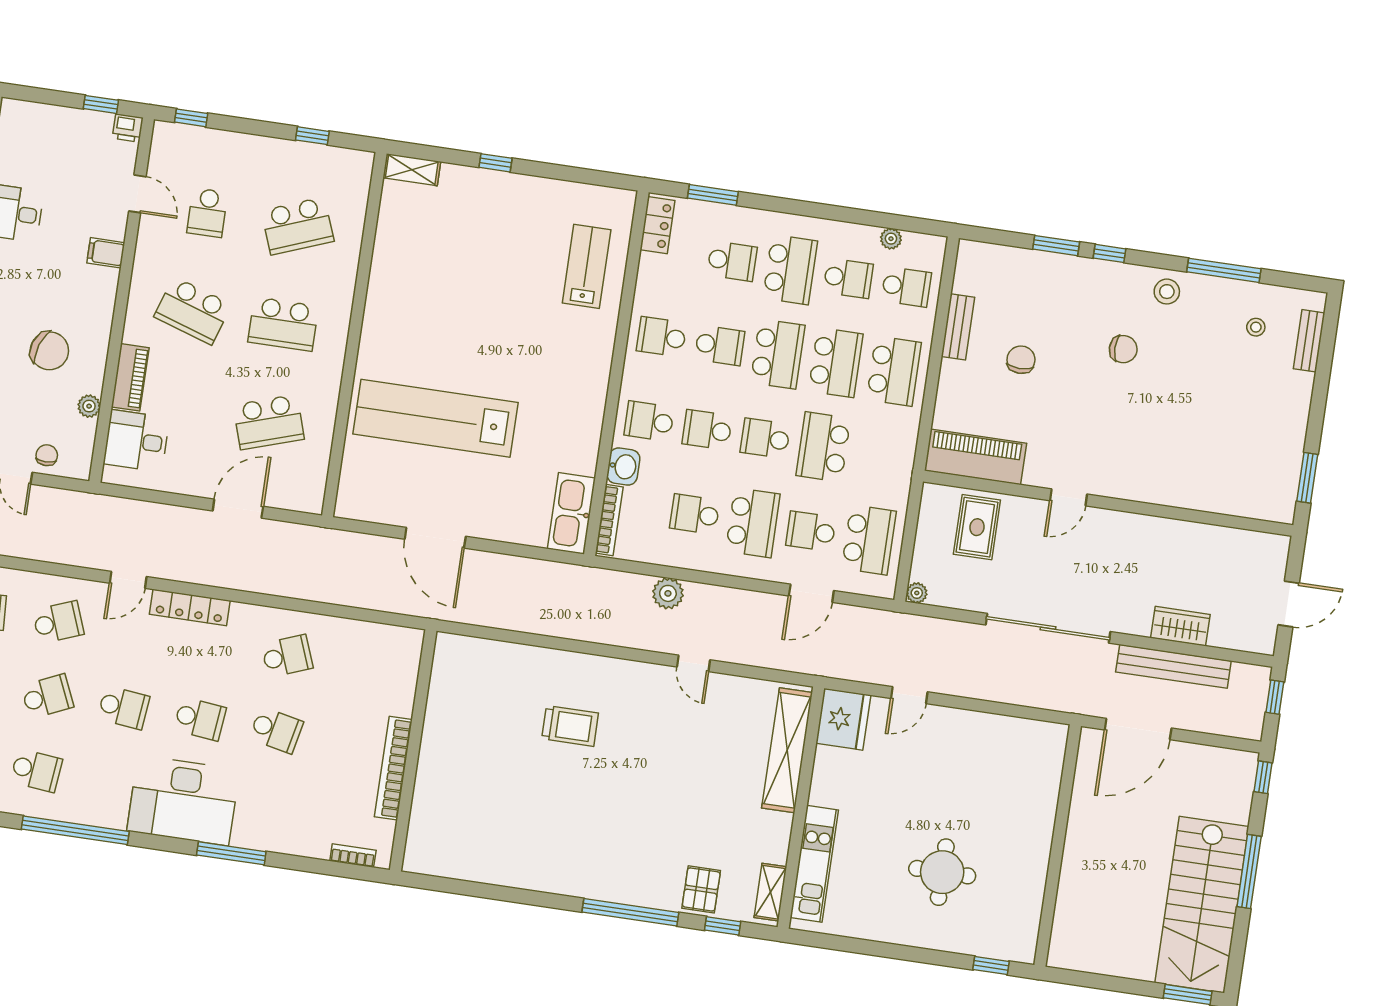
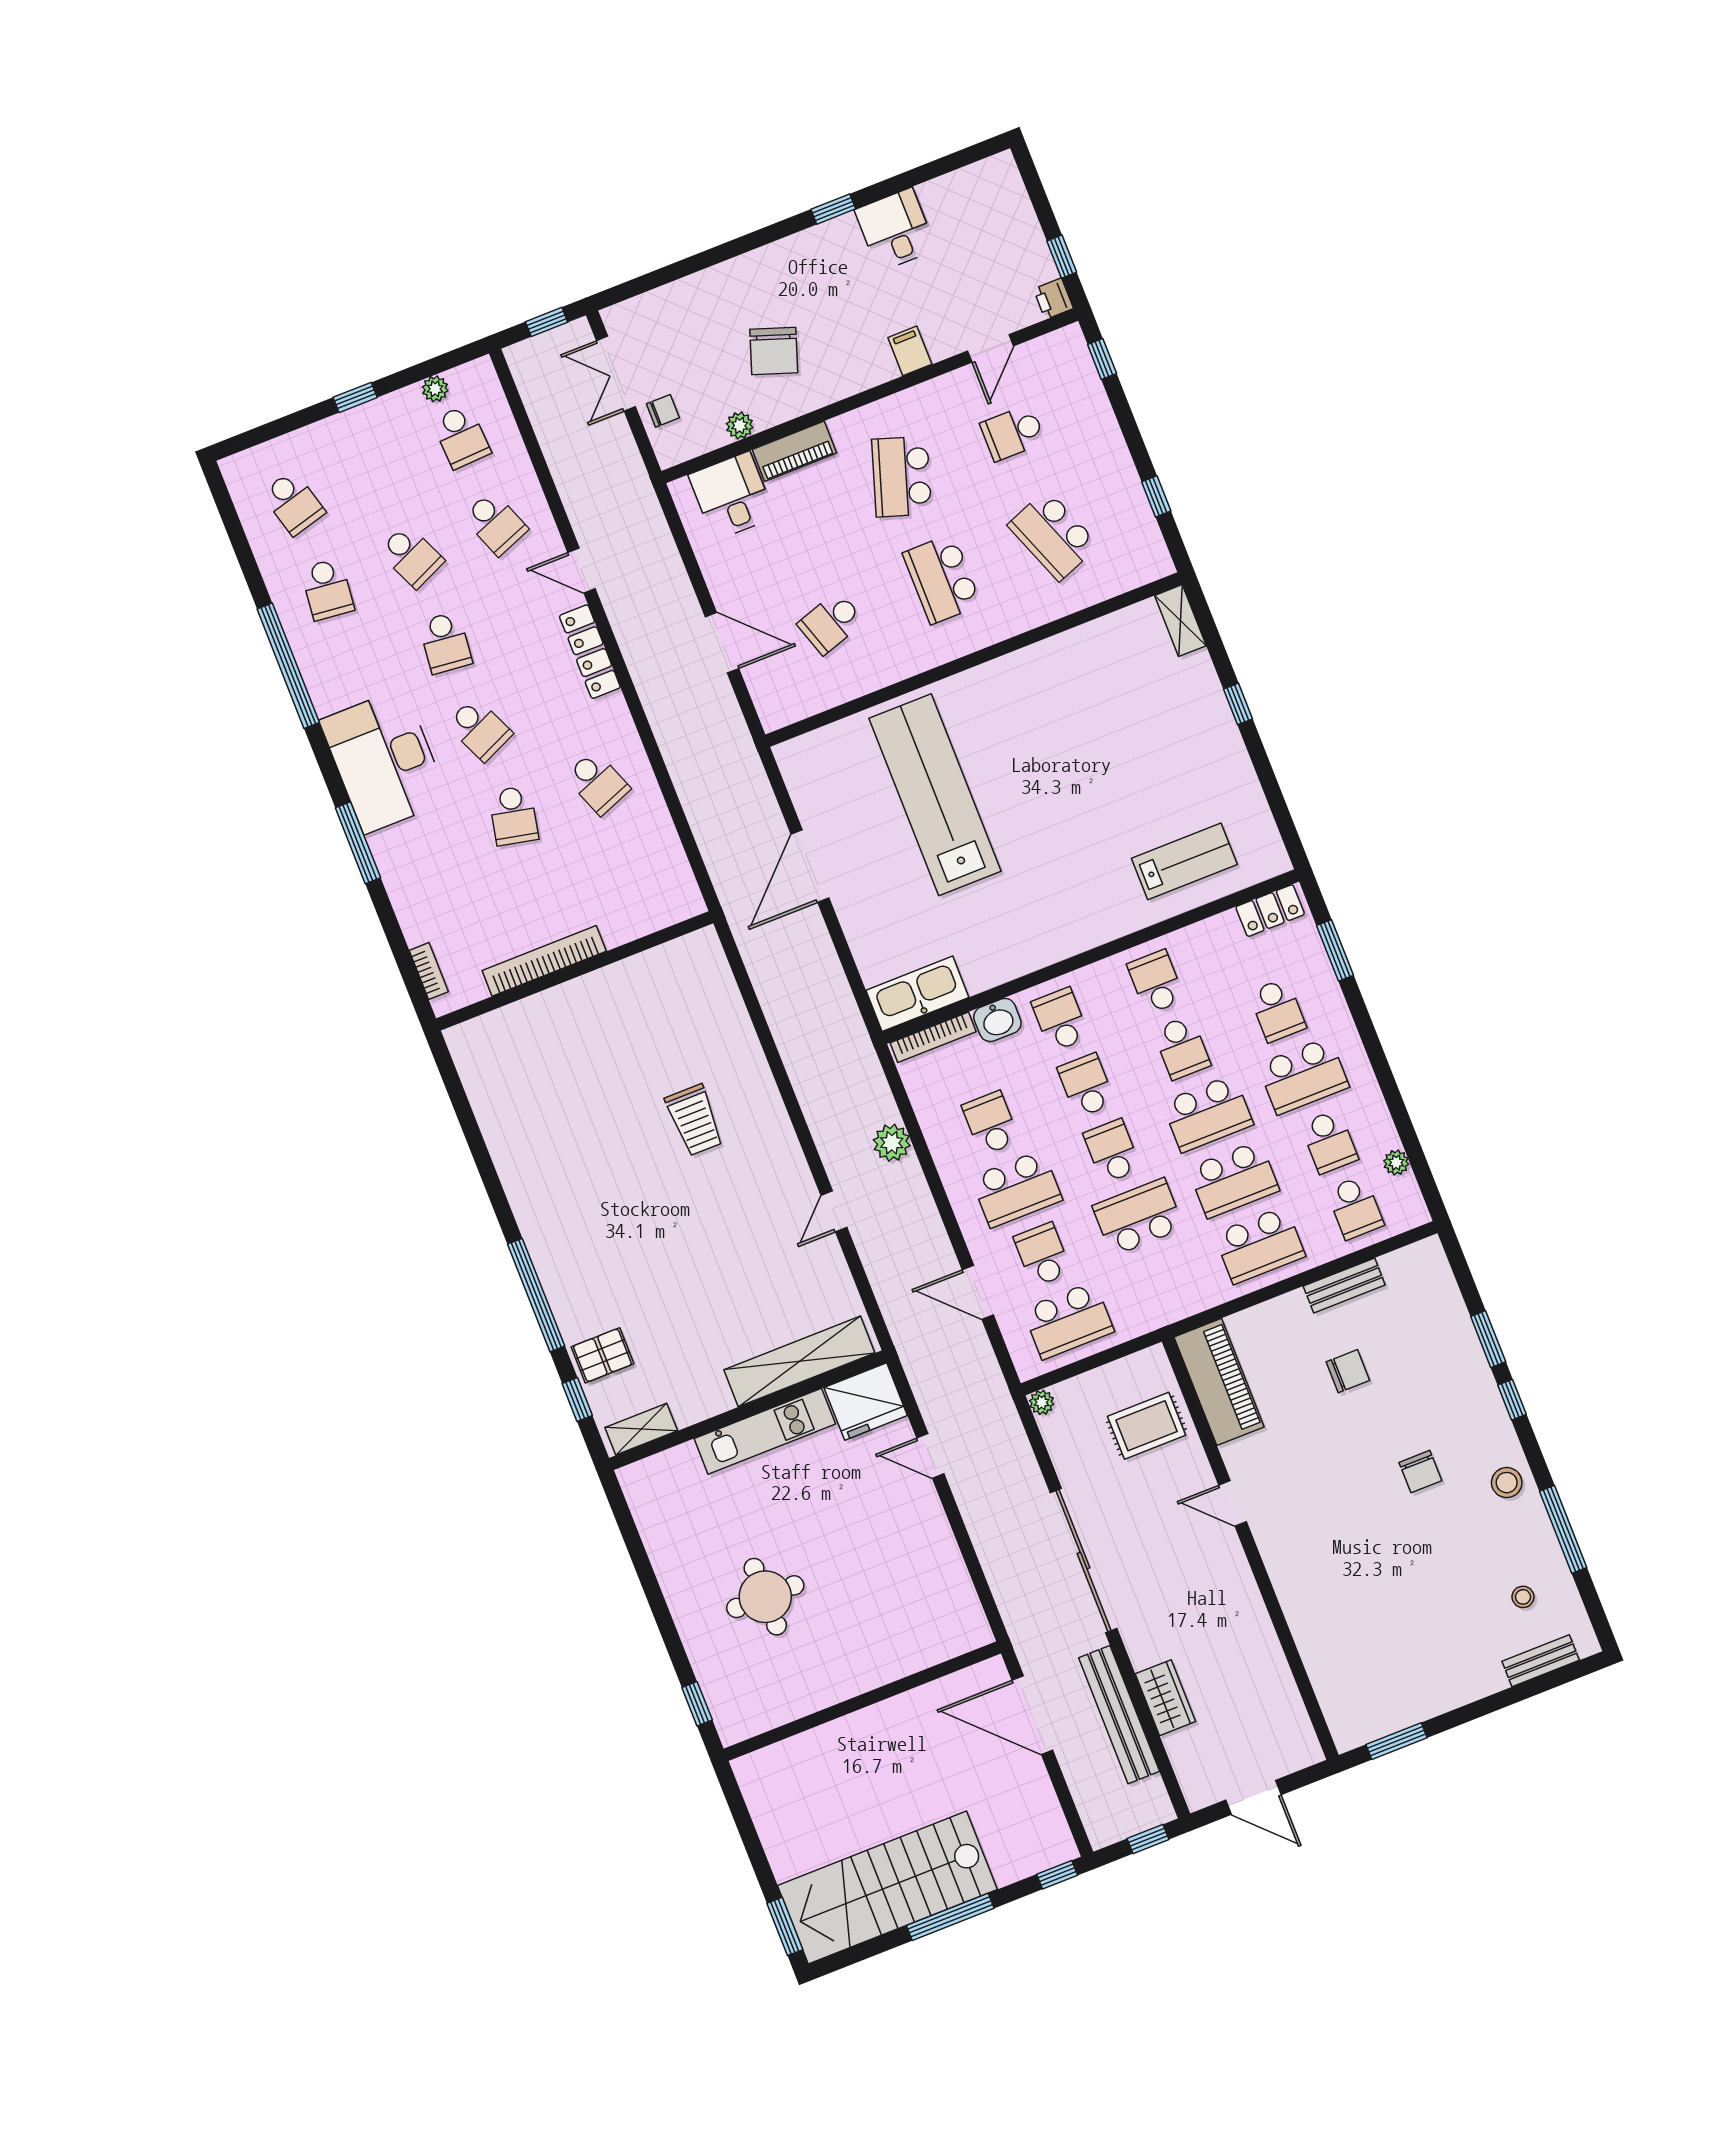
school desk: (269, 422) -> (831, 623), width x0.54
school desk: (200, 719) -> (479, 729), turned -30
kitchen unit: (814, 864) -> (765, 1431), moved

